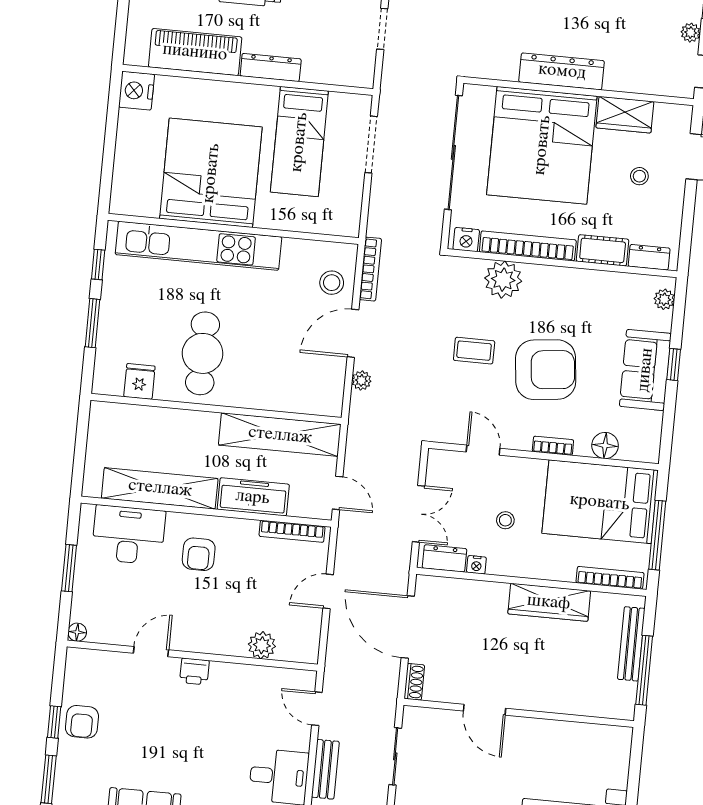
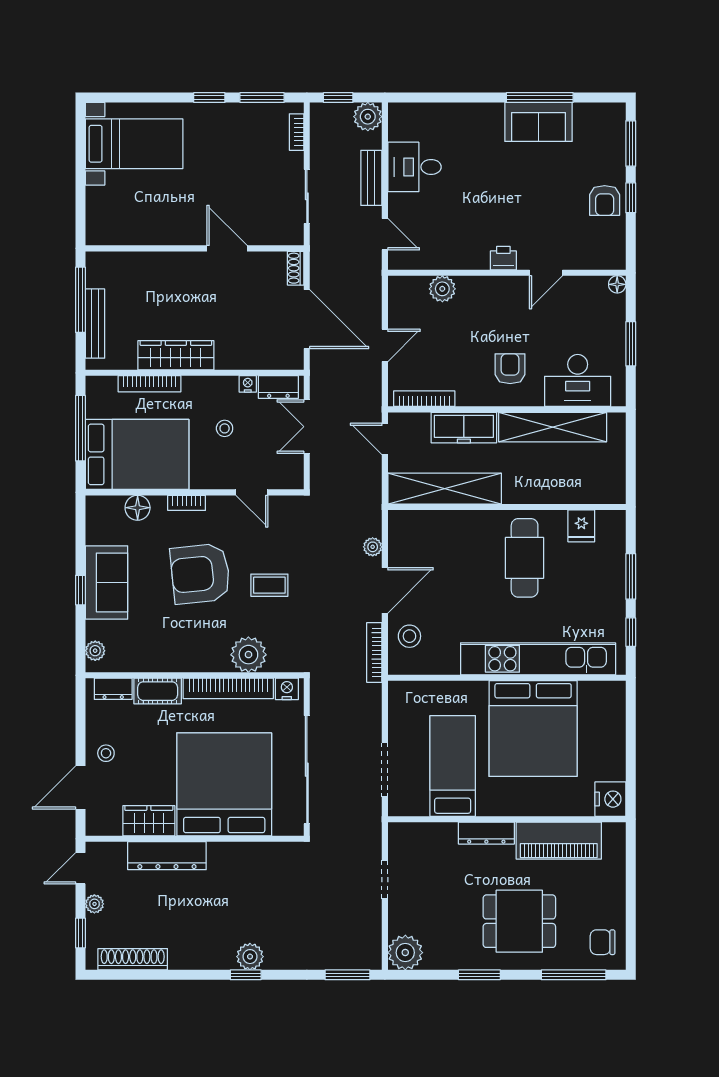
dresser: (562, 71) -> (167, 856), moved
stool: (639, 176) -> (106, 753), moved
bookcase: (610, 578) -> (150, 384), moved
armchair: (82, 722) -> (605, 200), turned 180

